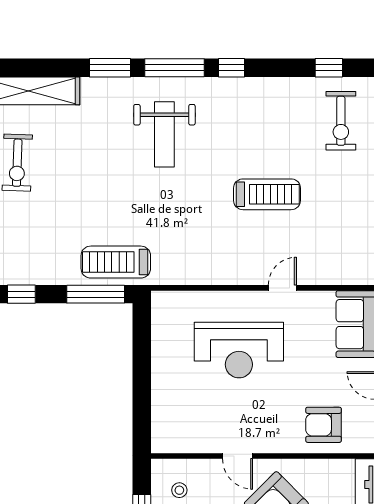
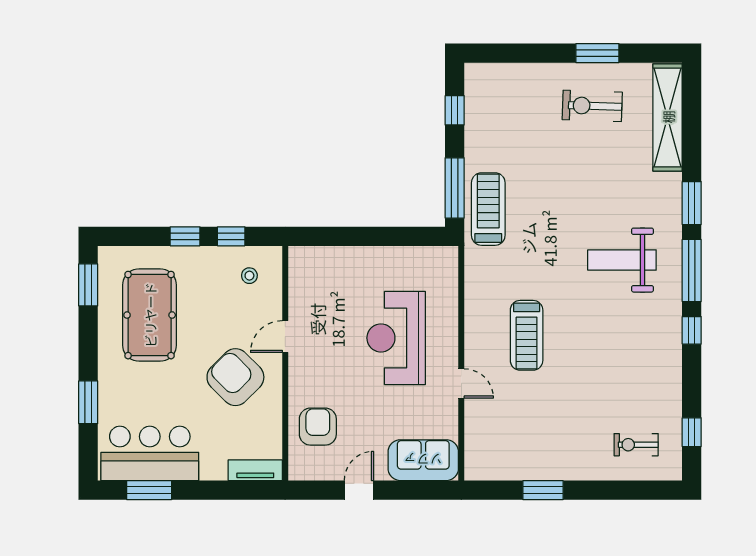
exercise bike: (341, 121) -> (636, 445), width x0.73, depth x0.72
treadmill: (267, 194) -> (527, 335), moved

